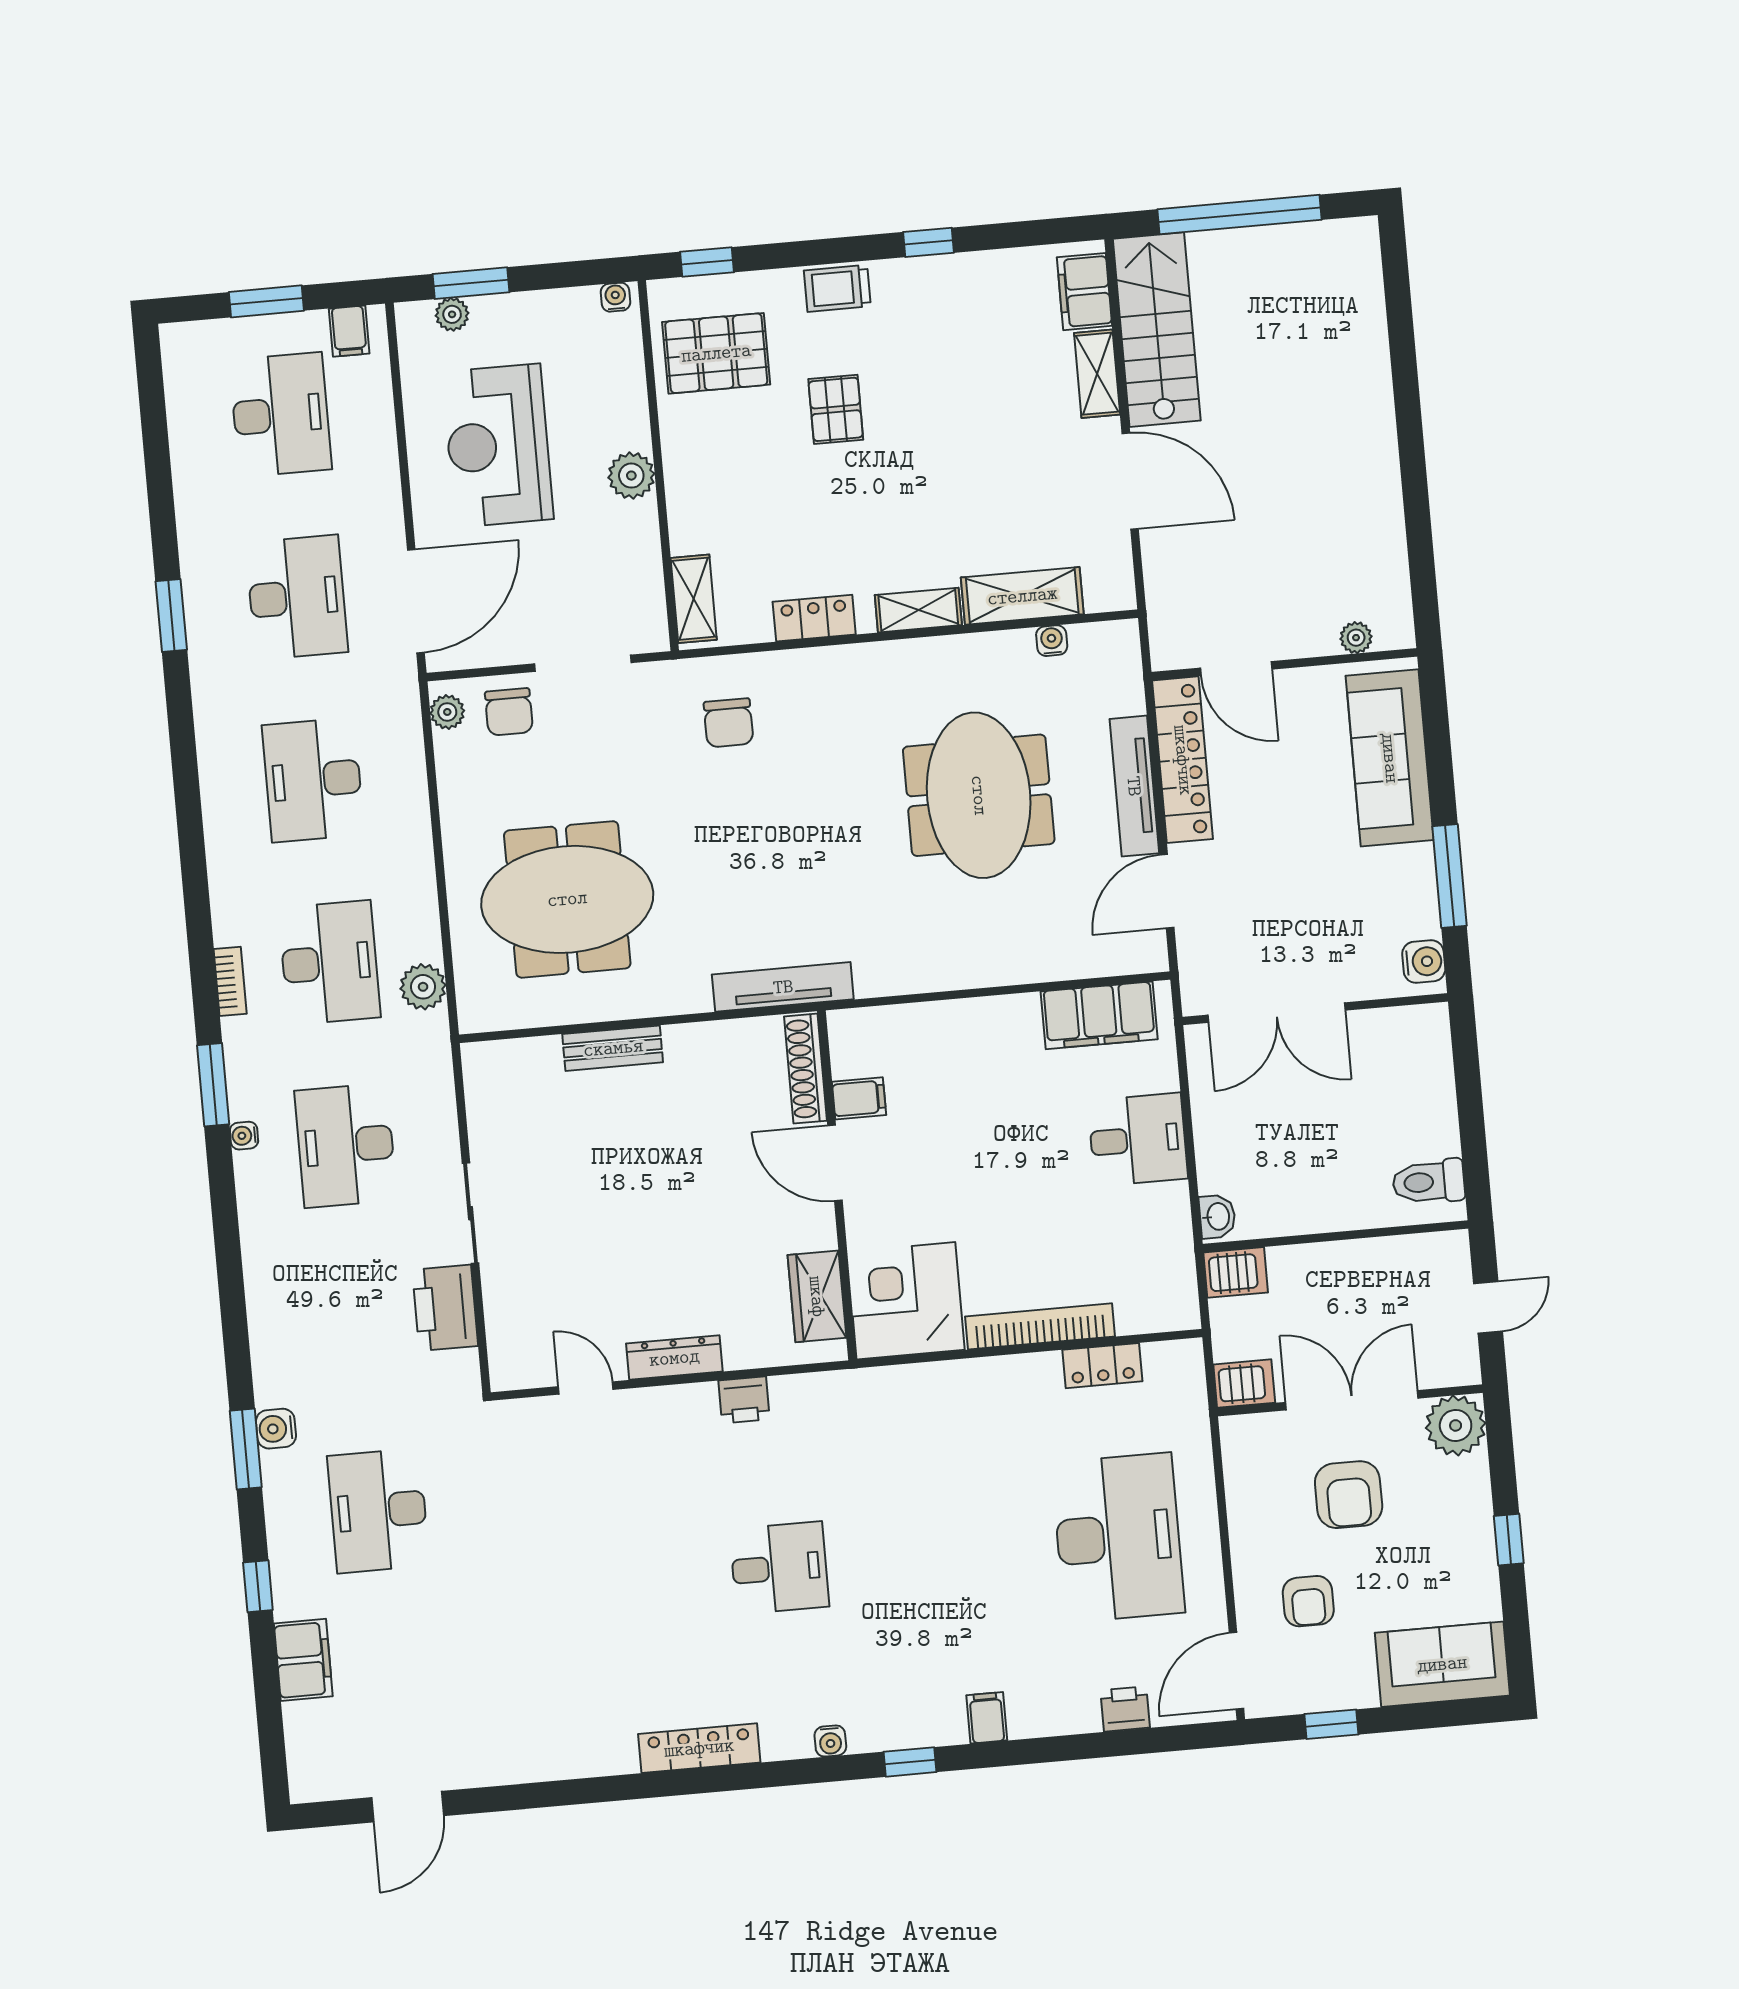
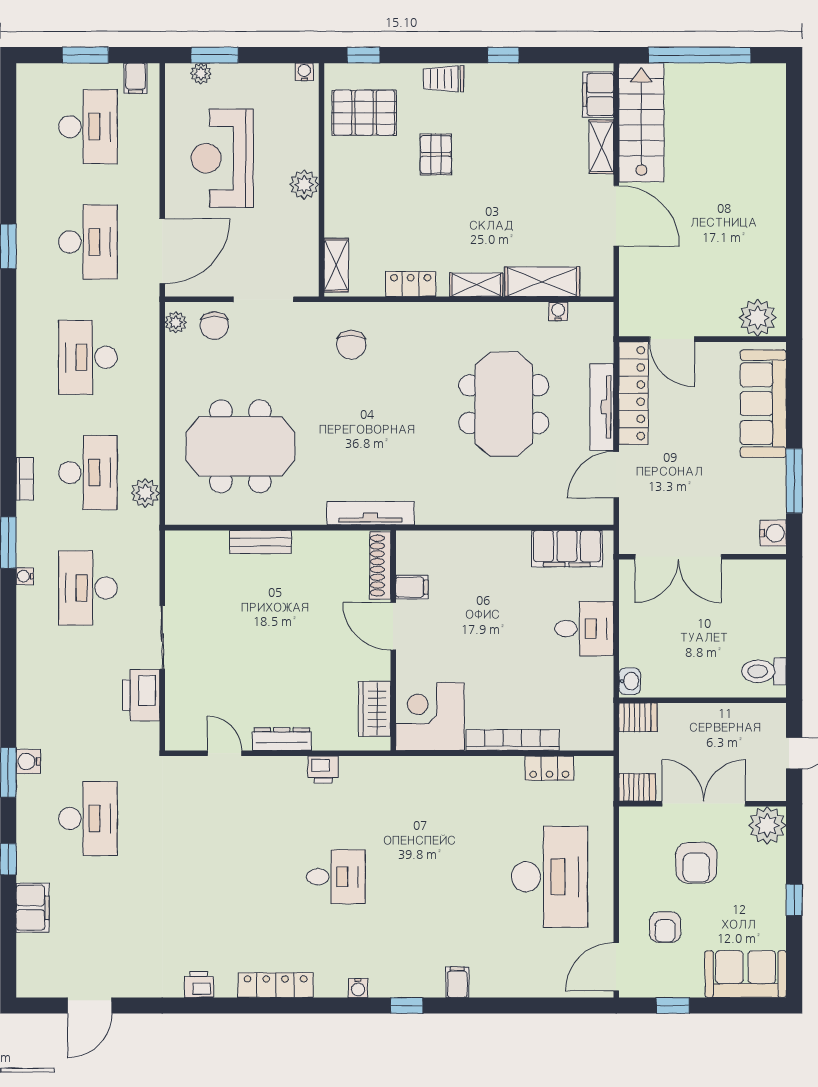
plant: (1356, 638) -> (758, 318), width x1.88, depth x1.88
desk: (378, 1511) -> (88, 819), turned 180
printer: (1125, 1709) -> (199, 984), moved

